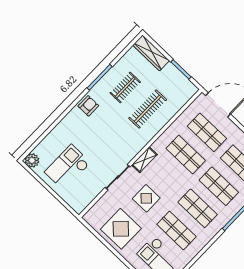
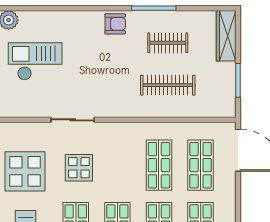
shelving: (144, 160) -> (115, 130), removed

